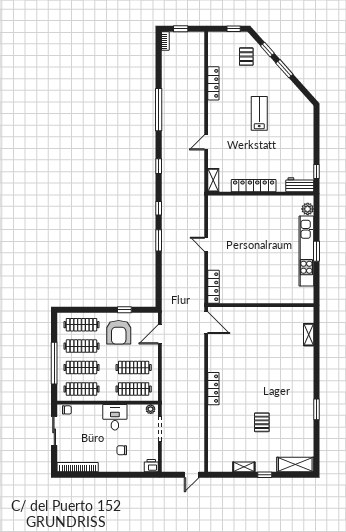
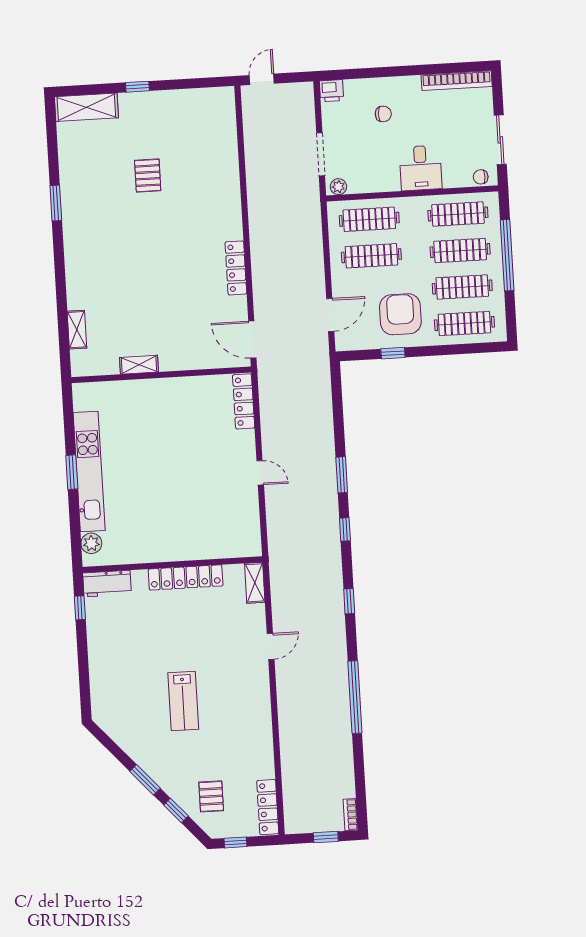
locker: (213, 83) -> (268, 807), moved
locker: (213, 389) -> (236, 268), moved
desk: (115, 417) -> (421, 168), moved
shelving: (244, 467) -> (139, 365), moved

